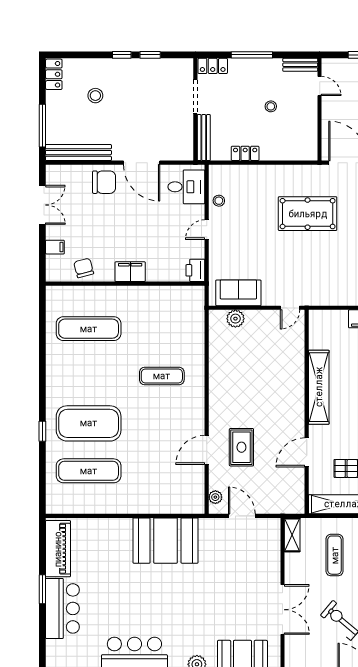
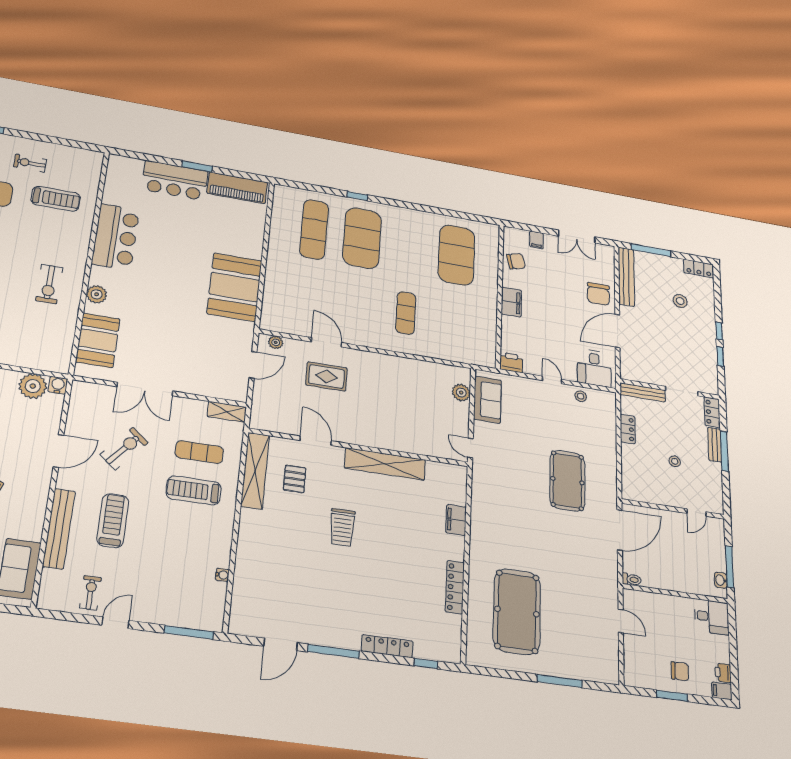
bench: (300, 65) -> (715, 445), moved
exercise mat: (89, 329) -> (456, 255), width x1.47

